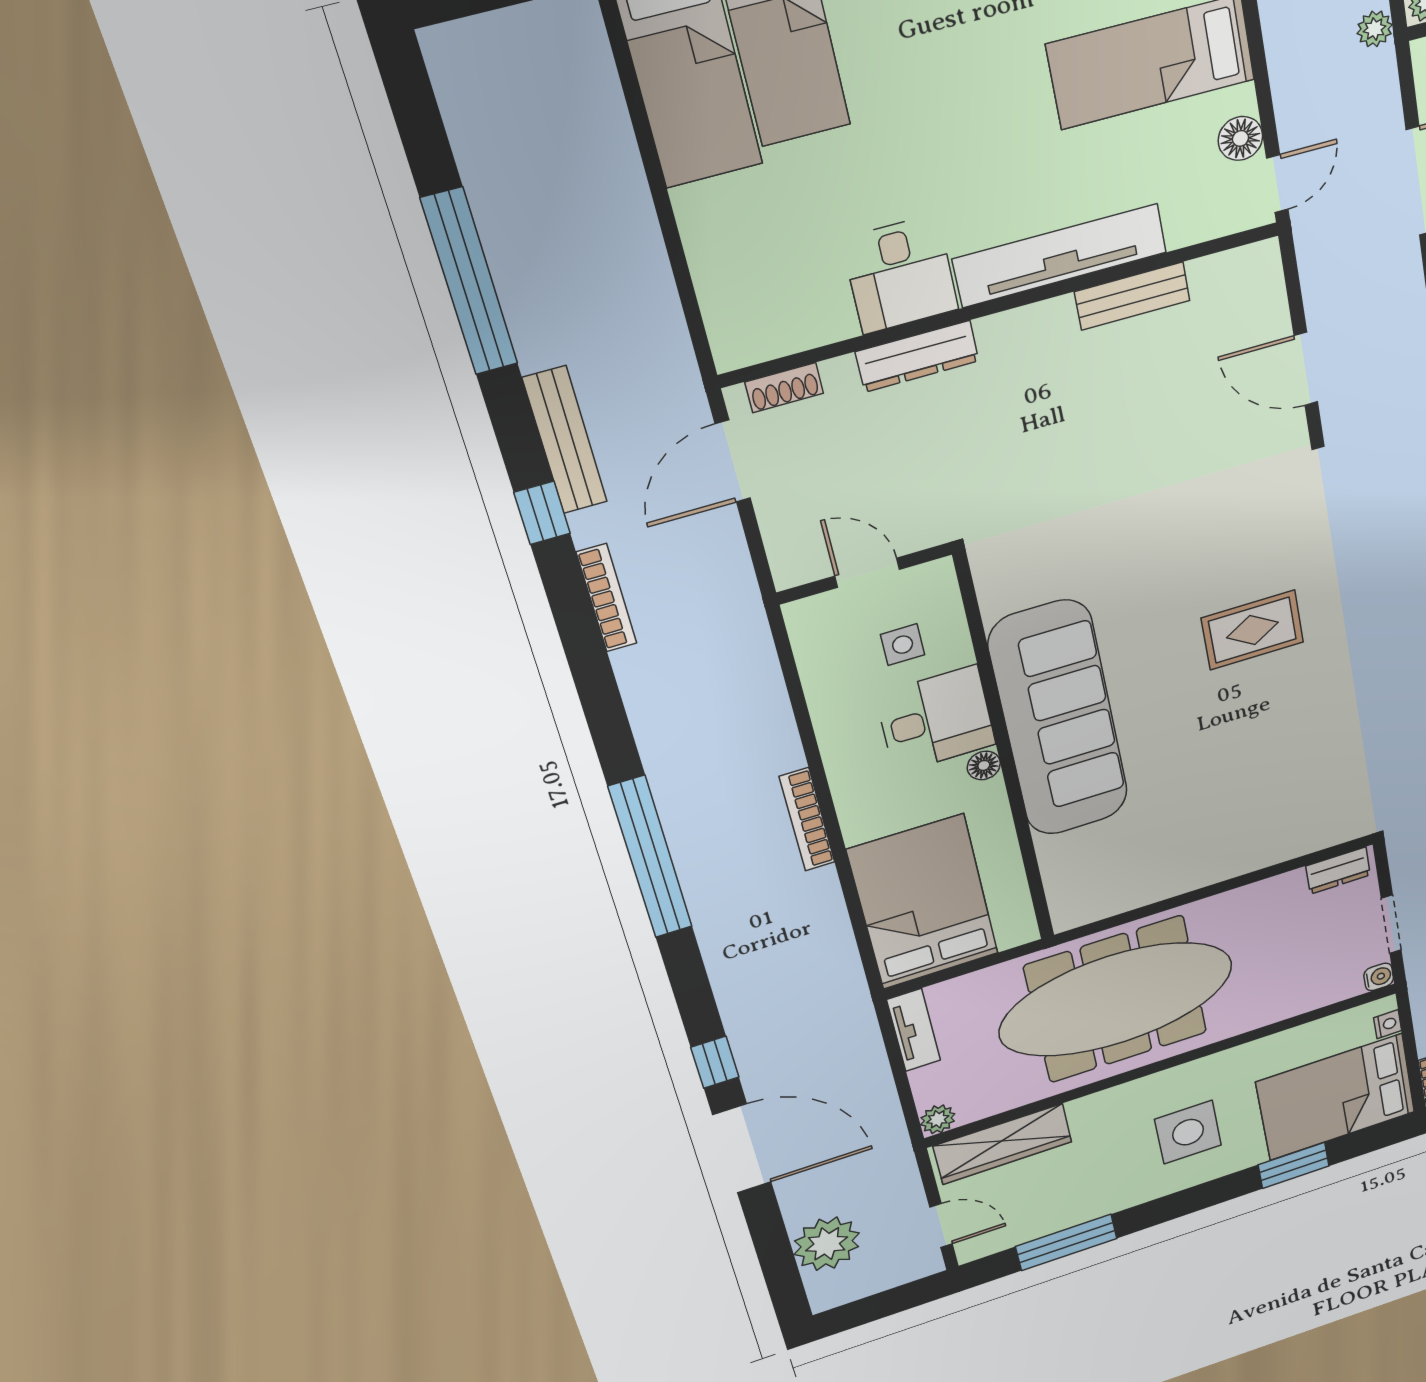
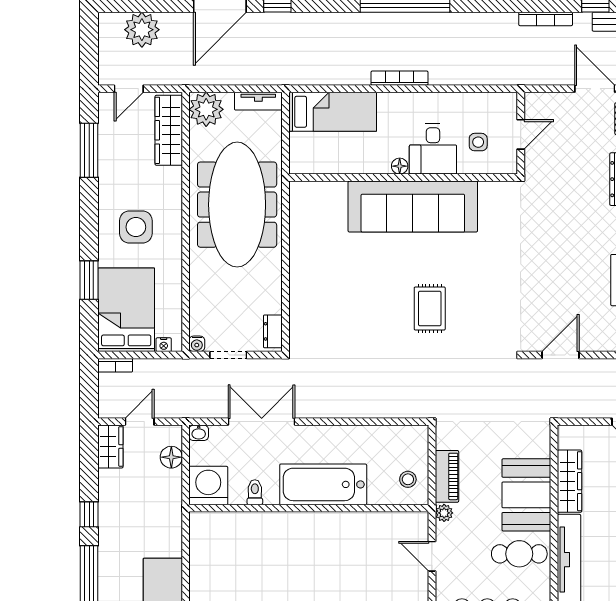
bed: (923, 902) -> (333, 112), width x0.67
plant: (938, 1119) -> (206, 109), width x1.87, depth x1.87

